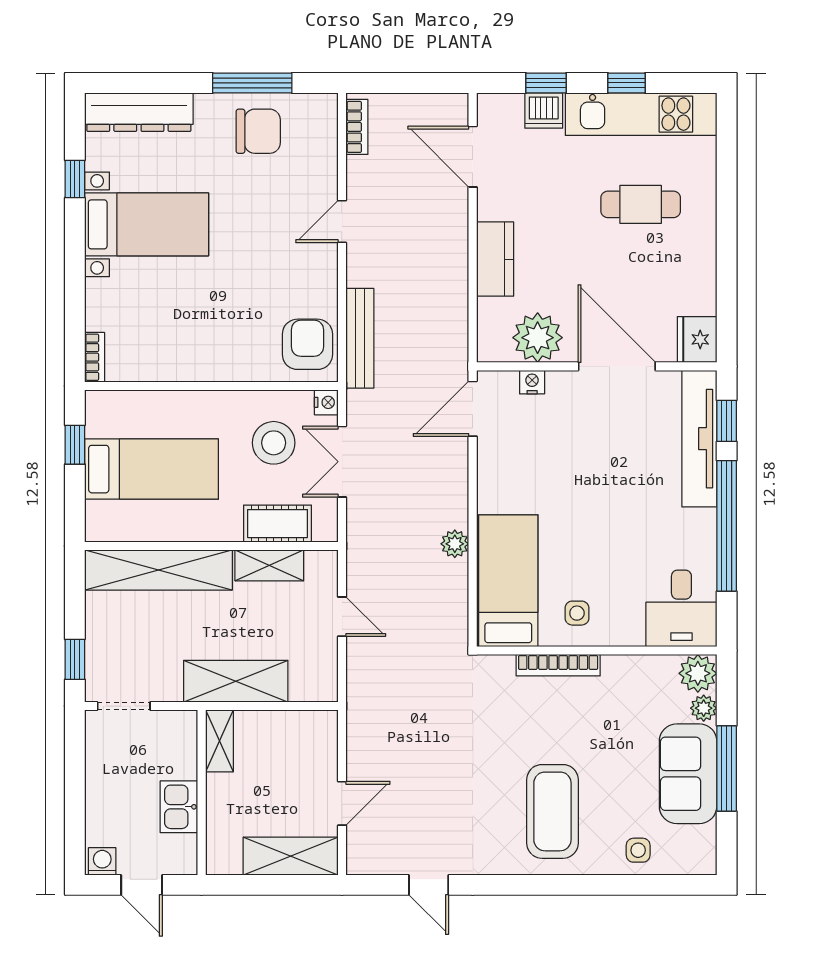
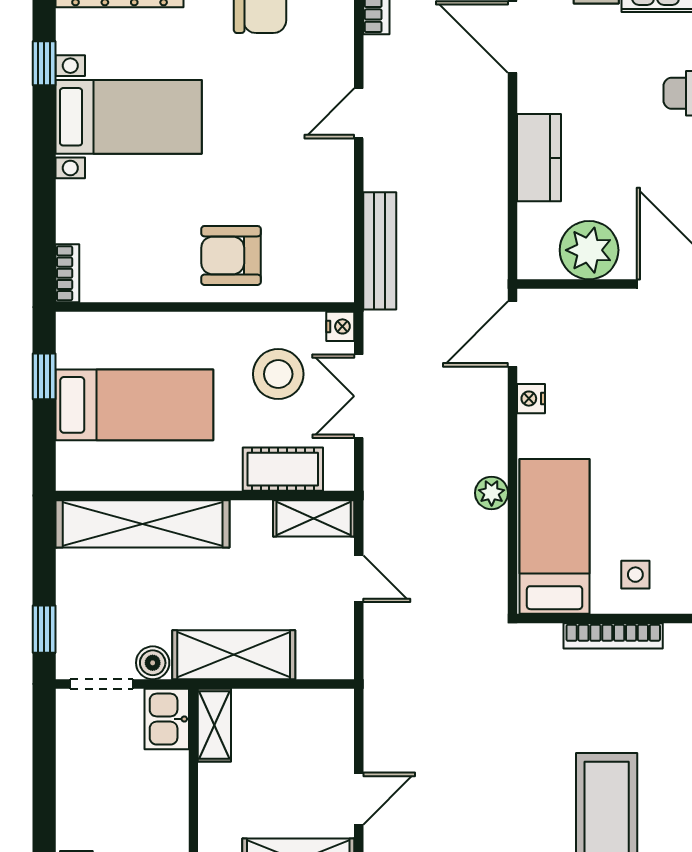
armchair: (307, 344) -> (231, 255), moved, turned -90
nightstand: (532, 382) -> (531, 399), moved, turned -90
shelving: (269, 565) -> (314, 518), moved
boiler: (167, 688) -> (153, 663), added
kitchen sink: (179, 807) -> (167, 719), moved

